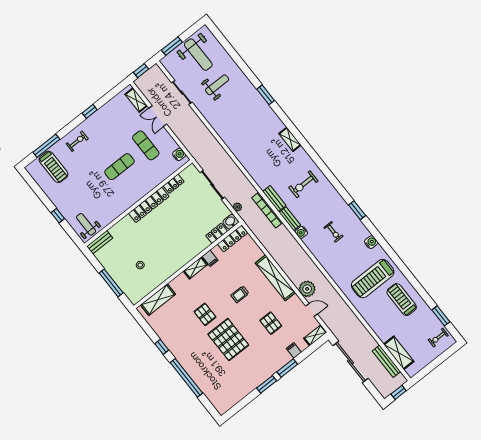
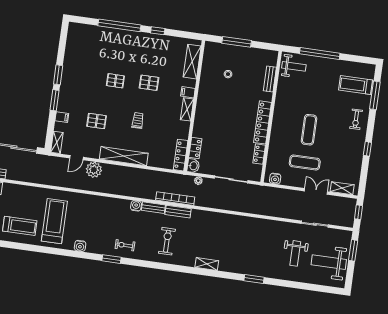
window: (58, 216) -> (320, 54), width x3.17
exercise bike: (333, 232) -> (125, 245), moved
bench: (100, 242) -> (270, 79), moved
filing cabinet: (210, 258) -> (188, 92), moved
pallet: (228, 340) -> (115, 81), width x0.49, depth x0.50

